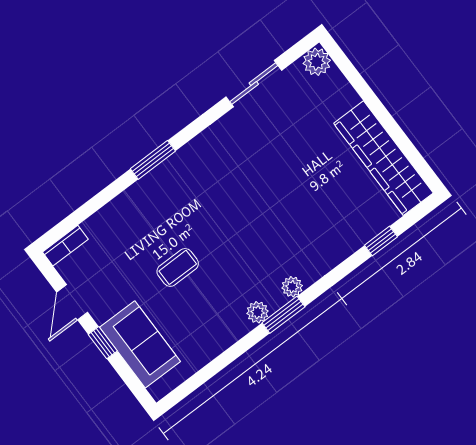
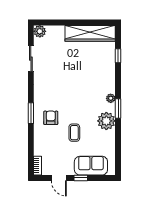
armchair: (172, 203) -> (51, 118), added
plant: (258, 312) -> (106, 121), width x1.87, depth x1.87

